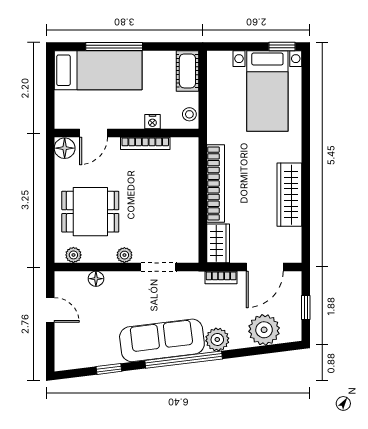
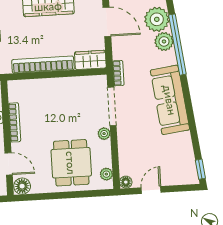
doorway: (158, 267) -> (112, 106), width x1.38
bookcase: (221, 277) -> (118, 73), moved
floor lamp: (96, 279) -> (126, 182), moved
plant: (217, 339) -> (164, 41), moved
window: (184, 360) -> (177, 45), moved
window: (109, 369) -> (200, 169), moved

